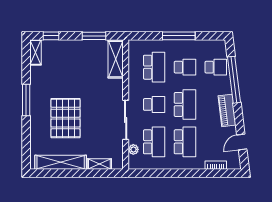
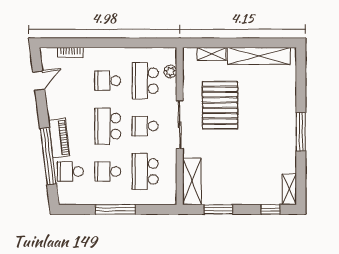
piano: (227, 110) -> (59, 138), moved
pallet: (66, 118) -> (220, 105), moved
sliding door: (126, 120) -> (180, 125), moved
school desk: (185, 142) -> (108, 81), width x0.54

